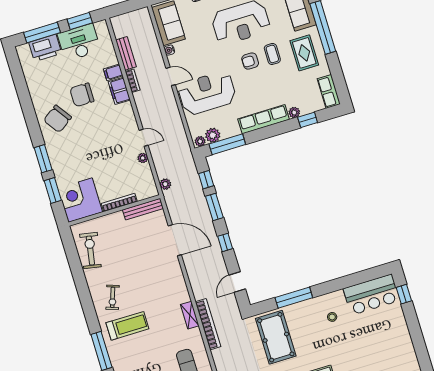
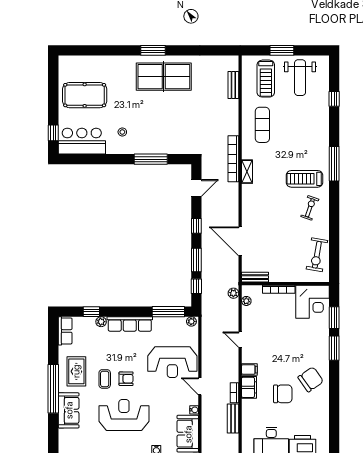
filing cabinet: (113, 72) -> (249, 370), moved
plant: (213, 135) -> (179, 323), removed
plant: (143, 158) -> (246, 301), moved
bench: (143, 209) -> (255, 277), width x0.73
pool table: (276, 337) -> (85, 95), moved, turned 90

